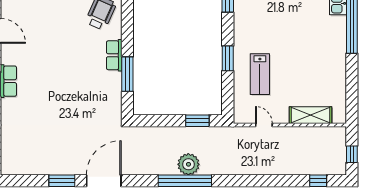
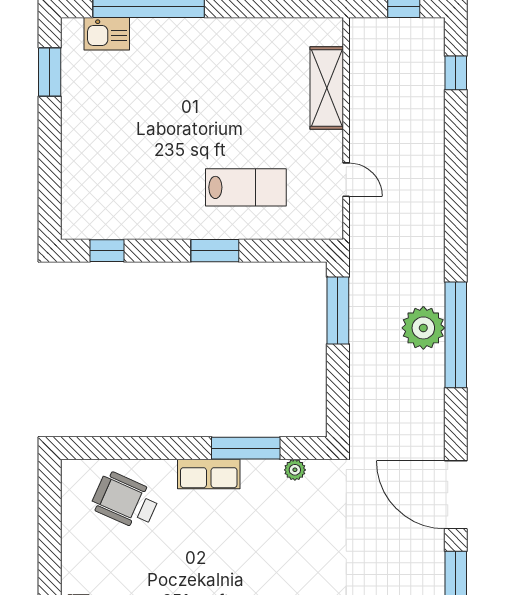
plant: (116, 99) -> (295, 470), added
window: (197, 121) -> (338, 311), width x1.44
door: (264, 125) -> (346, 180), swing flipped

